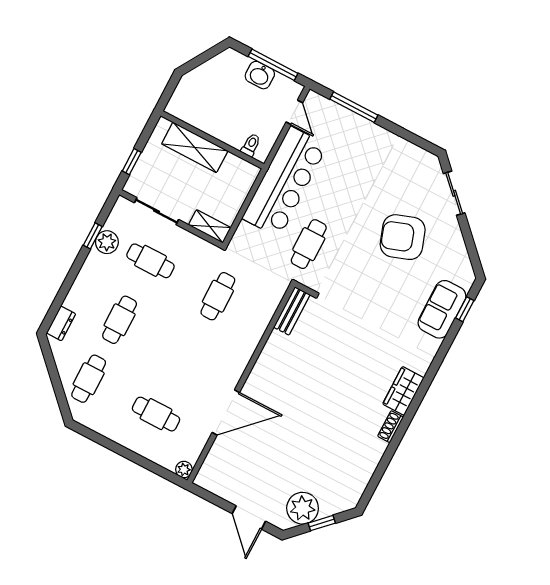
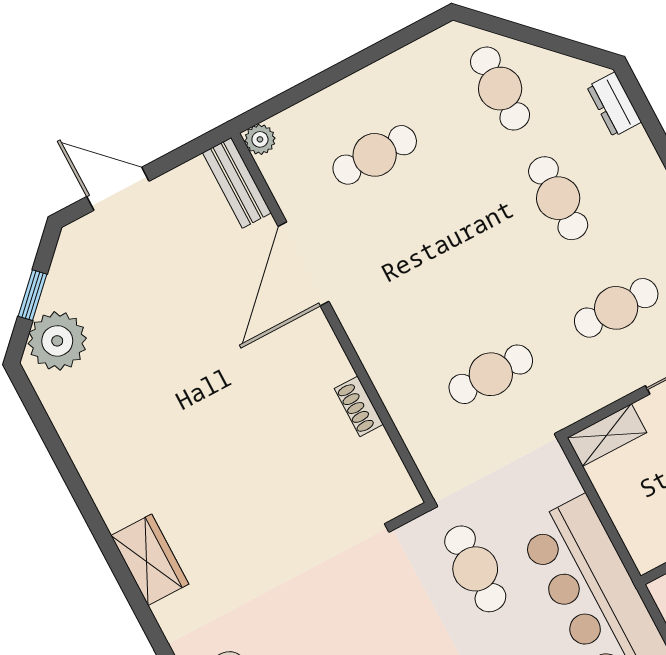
cafe table: (218, 296) -> (491, 374), turned 90
bench: (292, 311) -> (237, 183), moved
shoe rack: (391, 427) -> (359, 406), moved, turned 180
plant: (303, 508) -> (57, 341), moved

